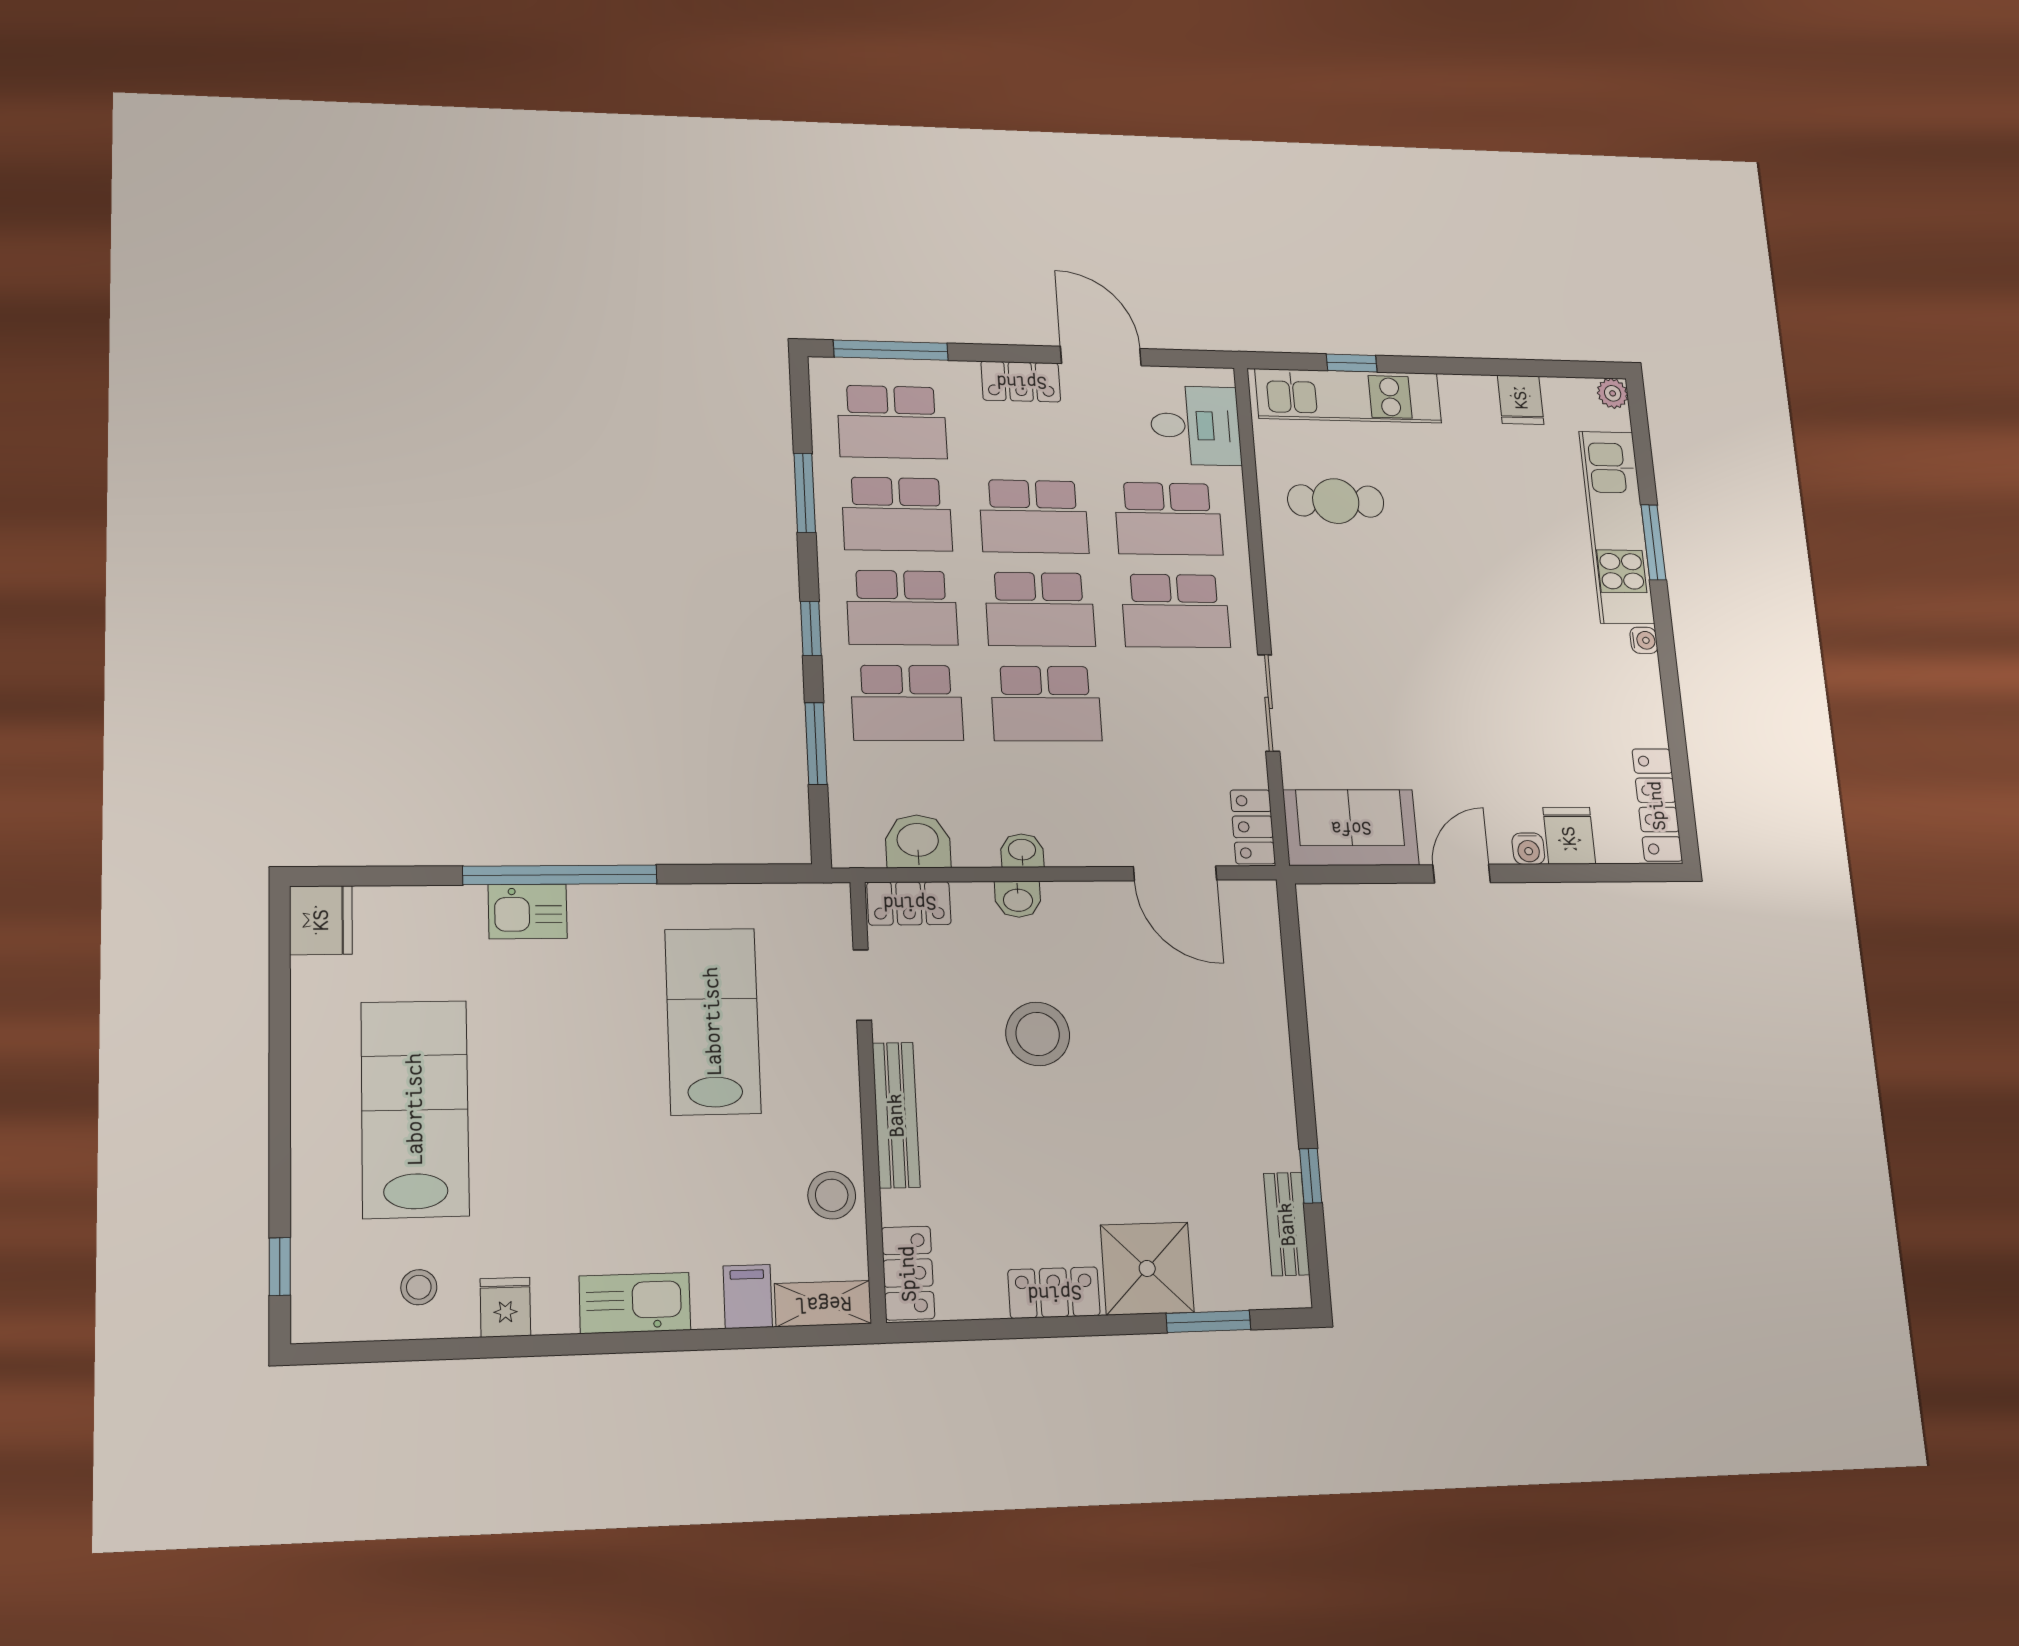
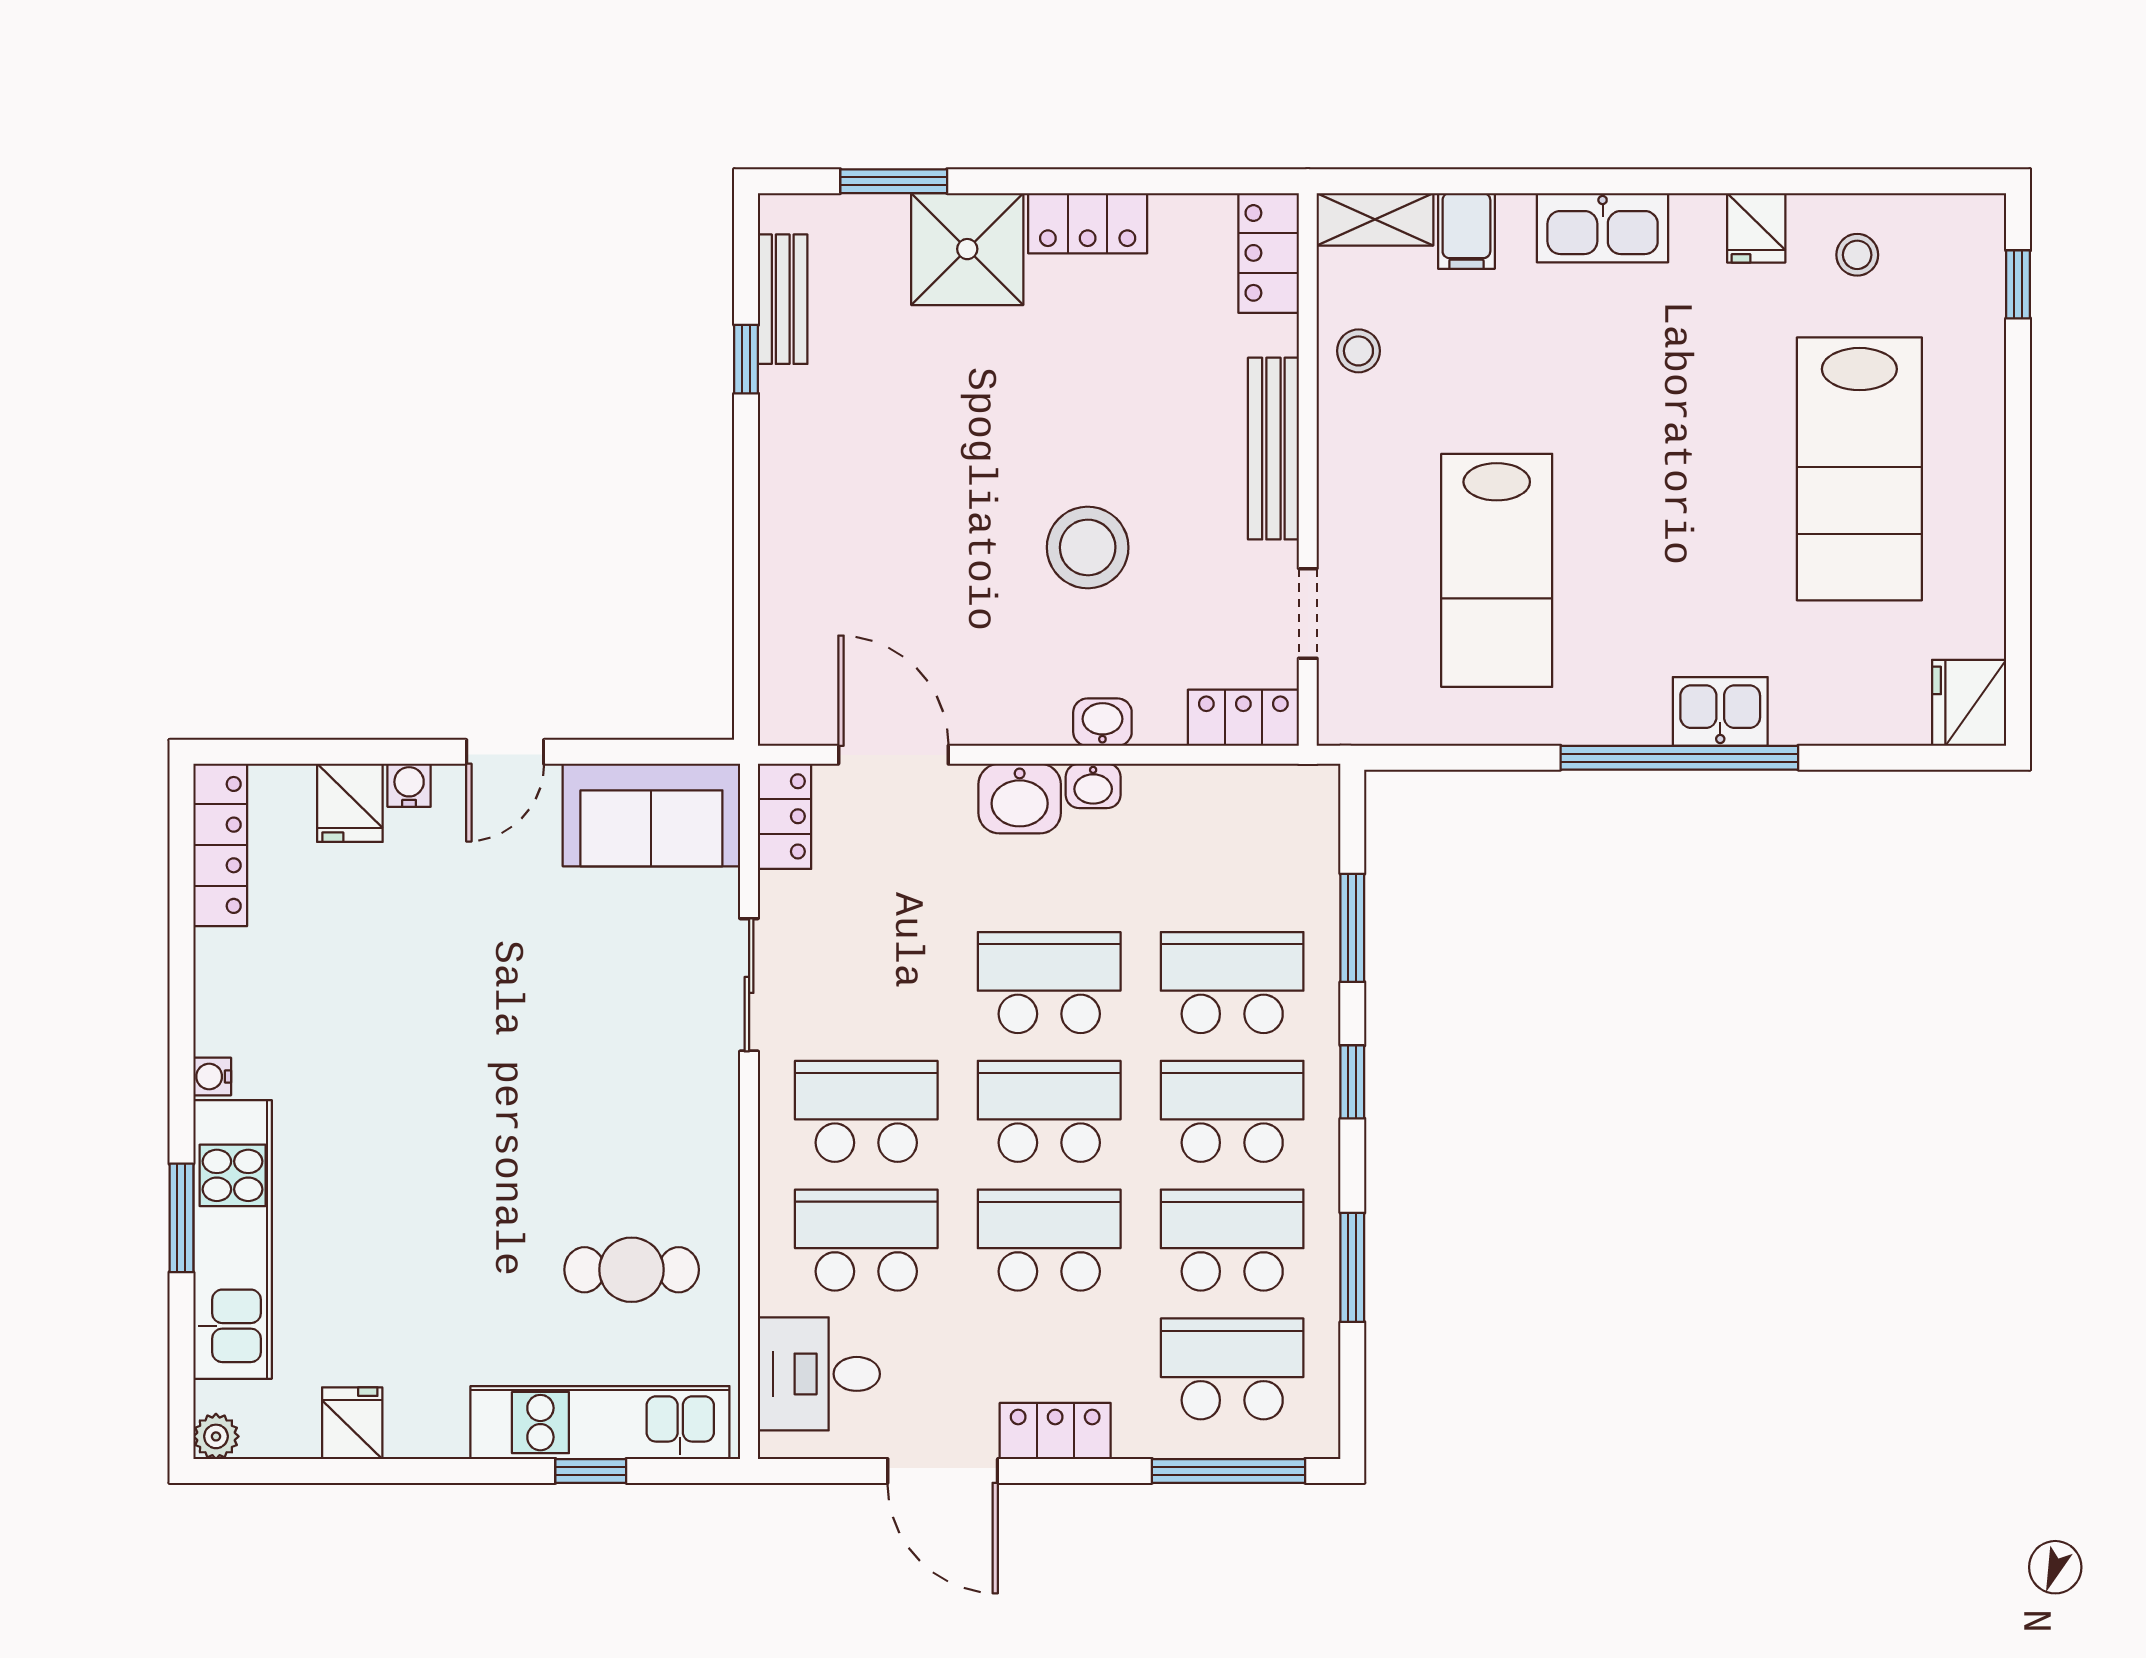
washbasin: (918, 841) -> (1020, 799), moved
stool: (832, 1195) -> (1358, 351), width x0.73, depth x0.73

